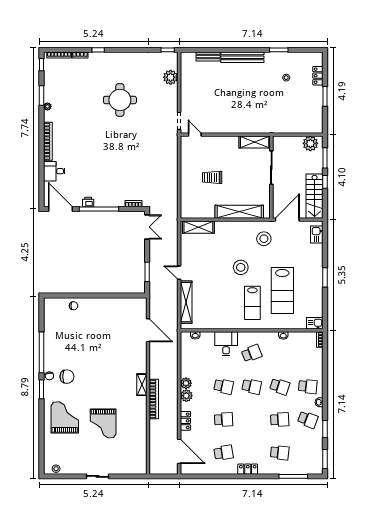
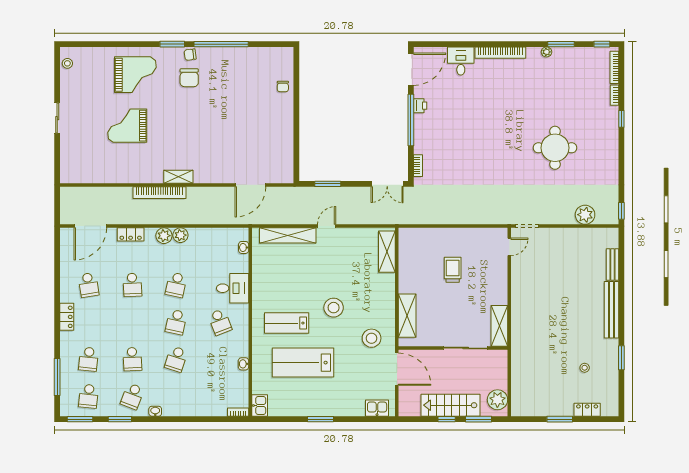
stairs: (315, 196) -> (450, 405), moved
shelving: (239, 212) -> (407, 316), width x0.68
school desk: (308, 386) -> (89, 396), moved

